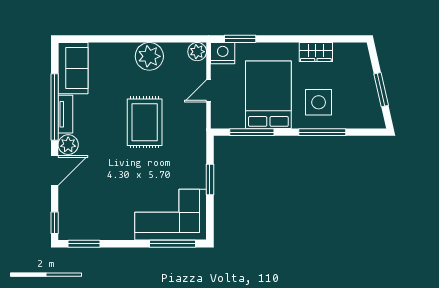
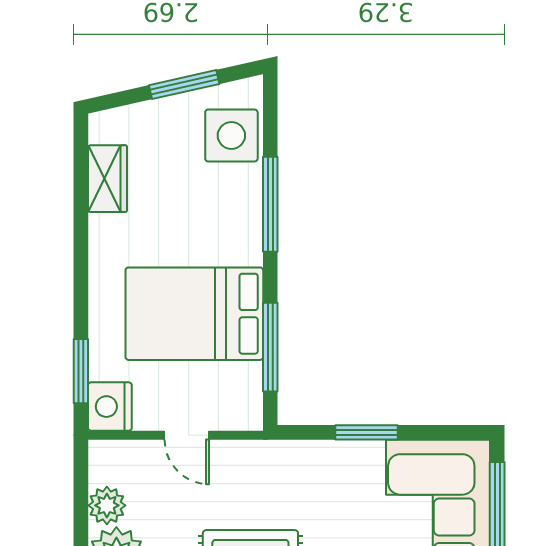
plant: (197, 52) -> (107, 505), moved
wardrobe: (316, 52) -> (108, 179), moved
side table: (319, 102) -> (231, 135), moved

